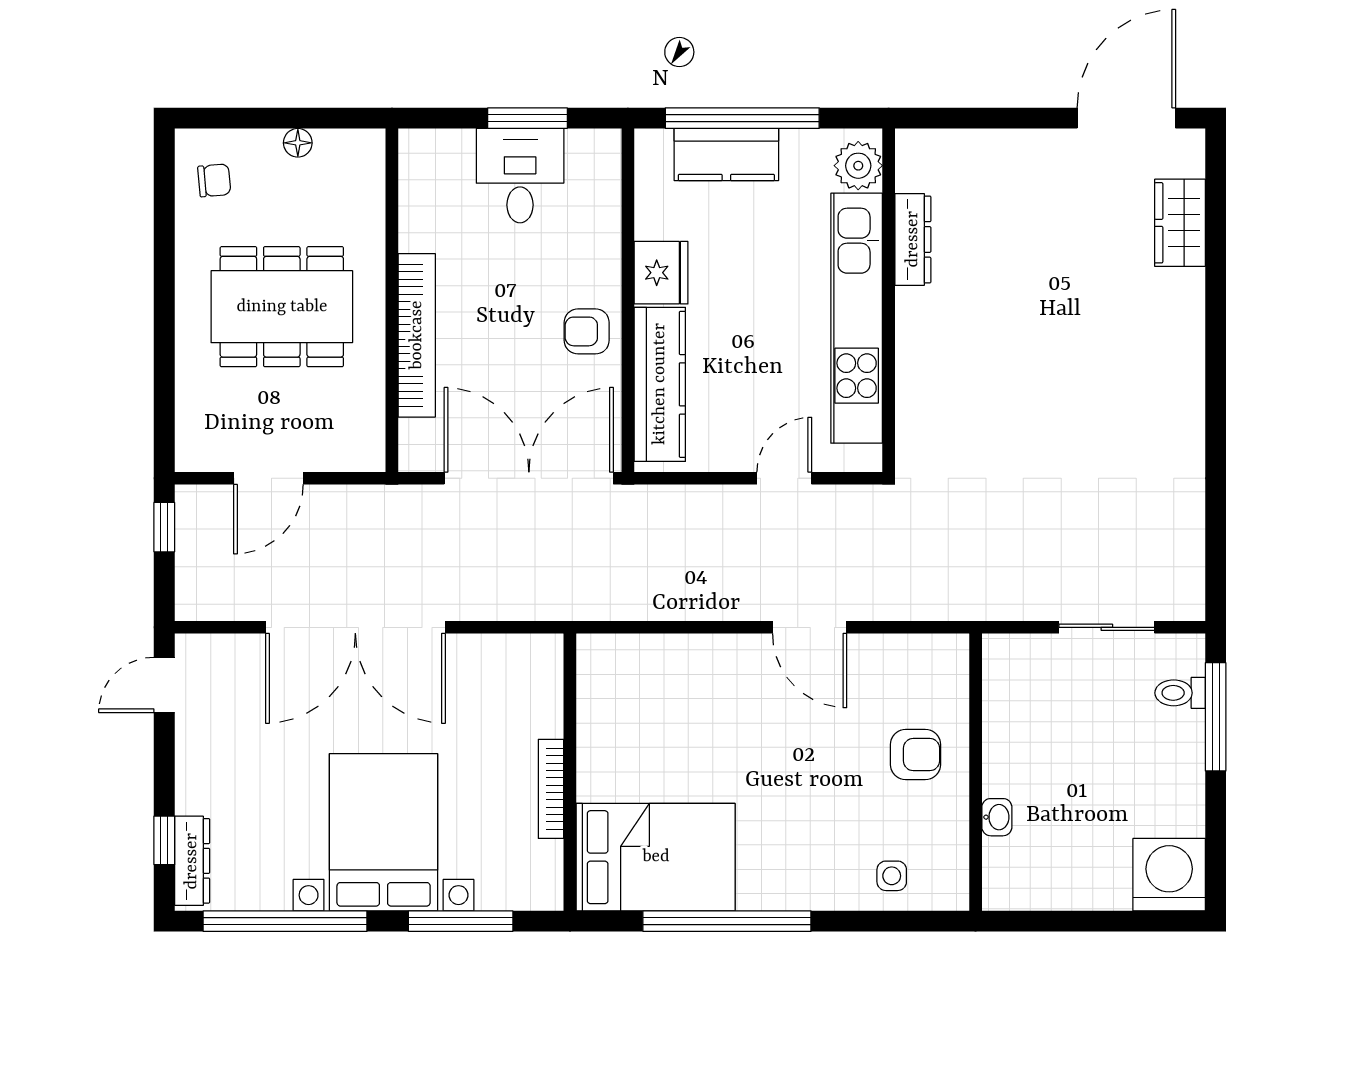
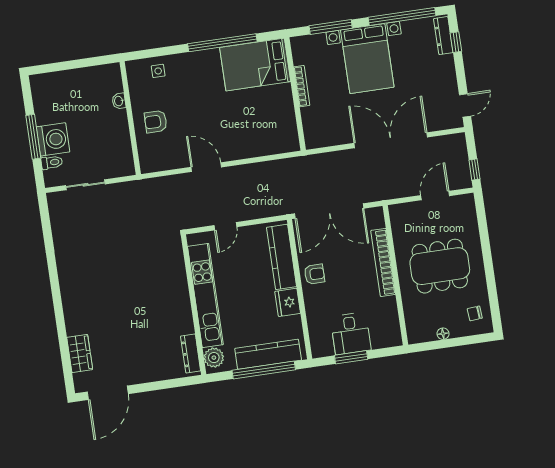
kitchen counter: (726, 155) -> (268, 354), width x1.50
dresser: (913, 239) -> (191, 354), moved
window: (1216, 717) -> (33, 137), moved
washing machine: (1169, 875) -> (53, 139), moved, turned -90

